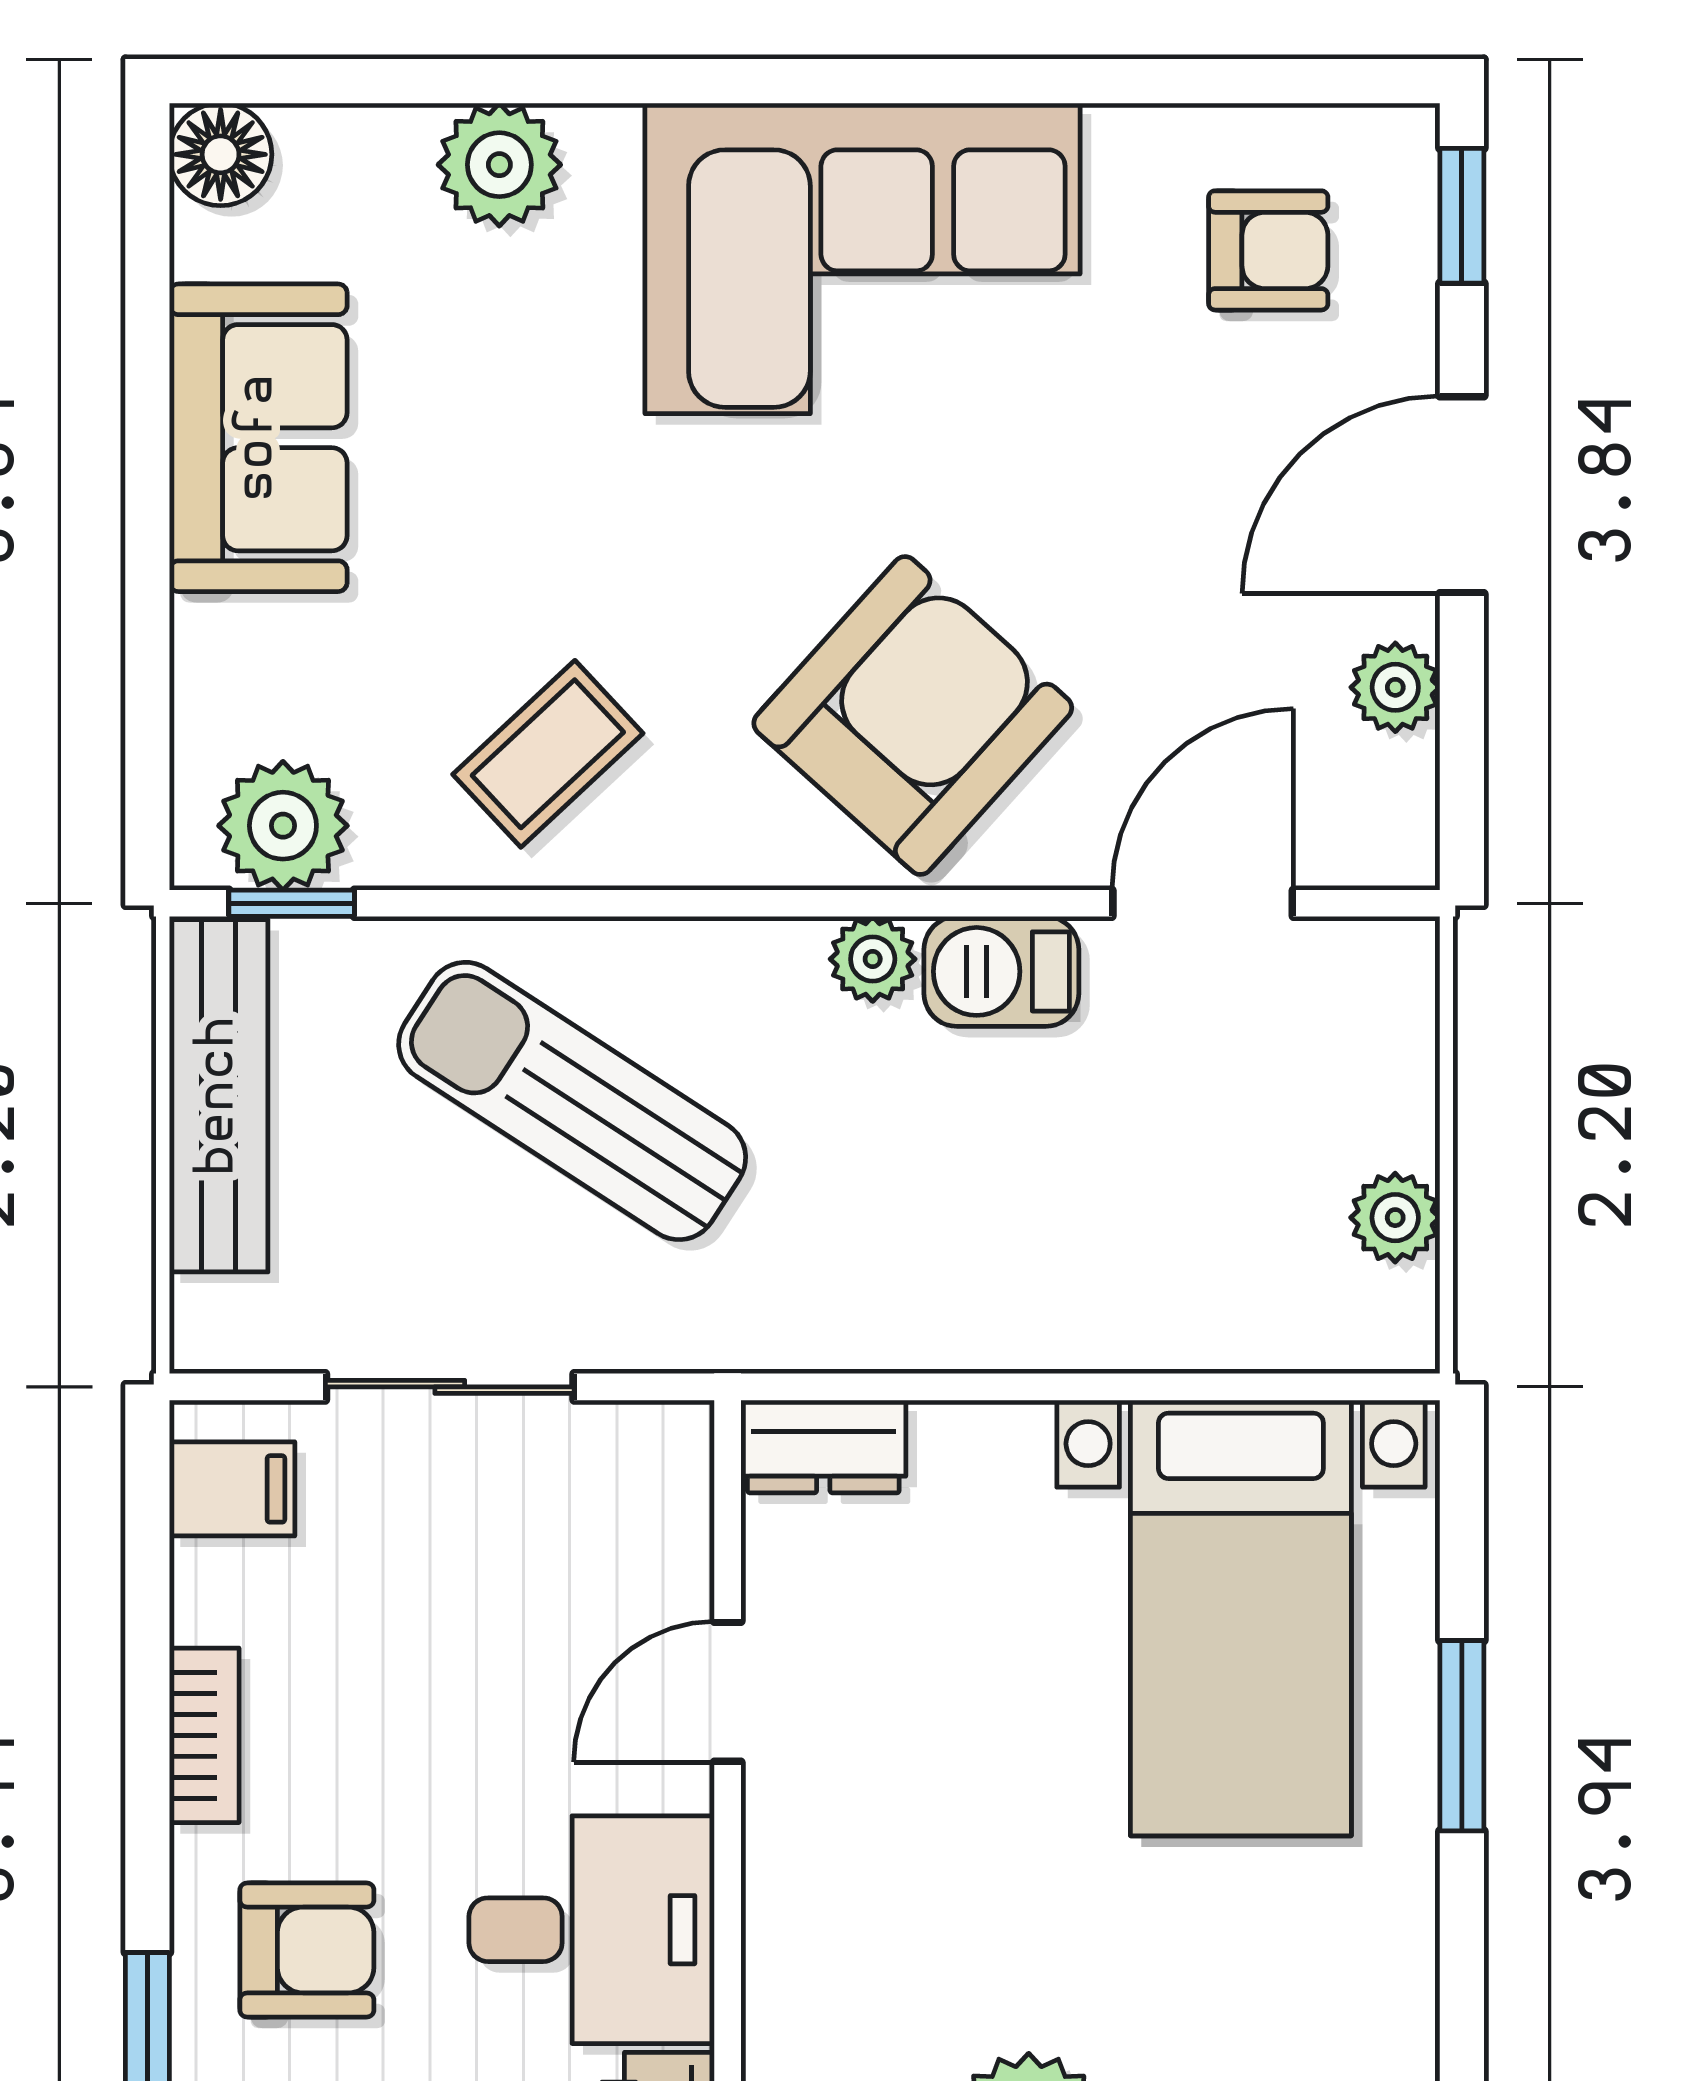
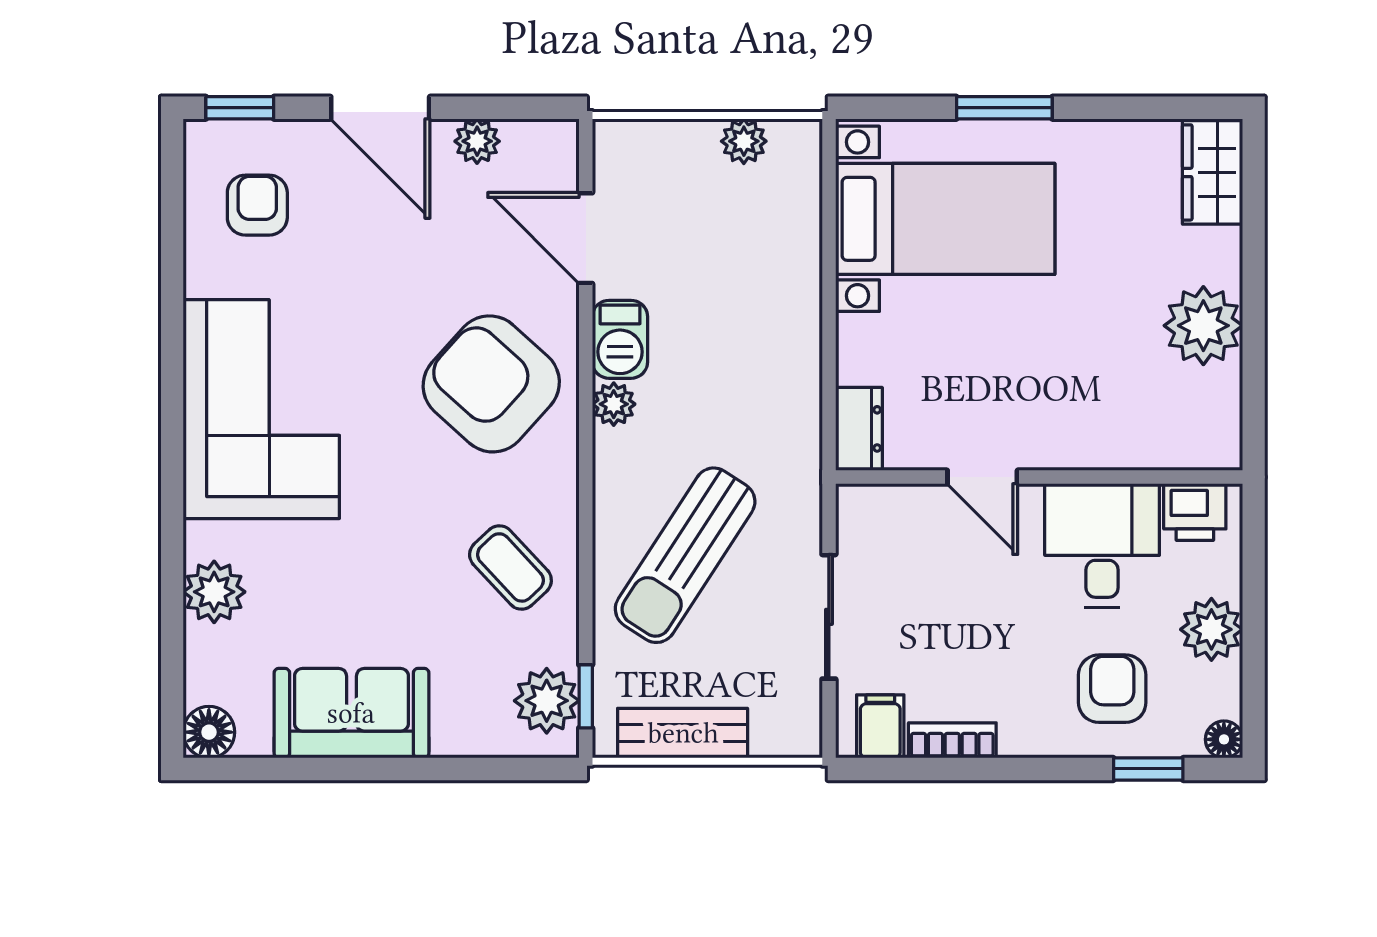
bench: (219, 1096) -> (683, 733), width x0.73
bookcase: (204, 1735) -> (952, 740), moved

